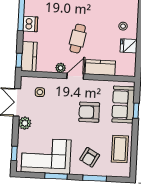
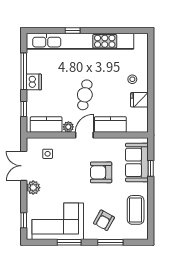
kitchen counter: (29, 57) -> (46, 125), moved, turned -90
window: (19, 60) -> (24, 109), moved

